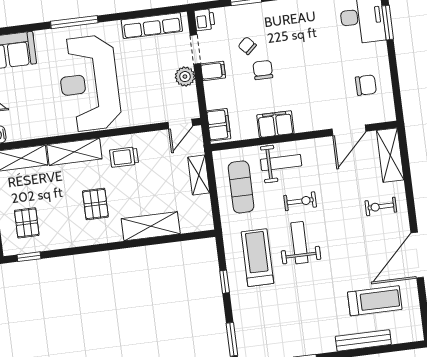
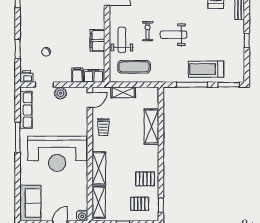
window: (74, 22) -> (18, 137), moved
chair: (263, 70) -> (63, 44), removed
filing cabinet: (213, 71) -> (77, 75), moved
door: (180, 124) -> (90, 100), hinge flipped
trolley: (124, 157) -> (103, 127), moved
pallet: (95, 204) -> (145, 179), moved
treadmill: (257, 258) -> (206, 69), moved
window: (225, 282) -> (192, 85), width x2.17

